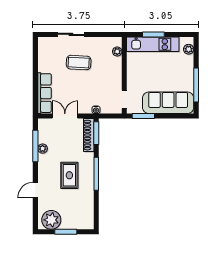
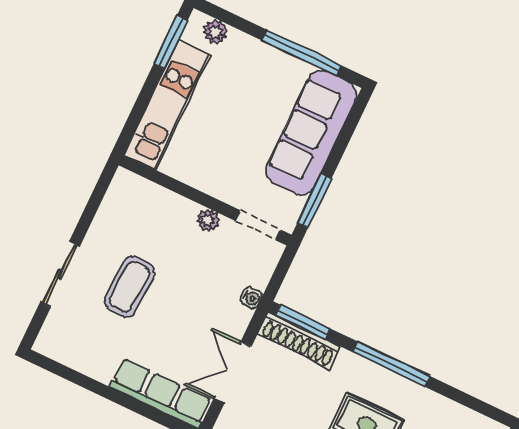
window: (153, 34) -> (171, 42), moved
plant: (117, 52) -> (208, 220), moved

